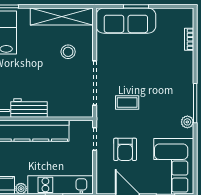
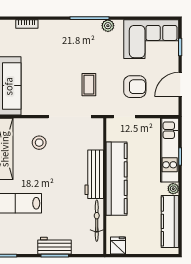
workbench: (29, 108) -> (94, 174), width x1.37

